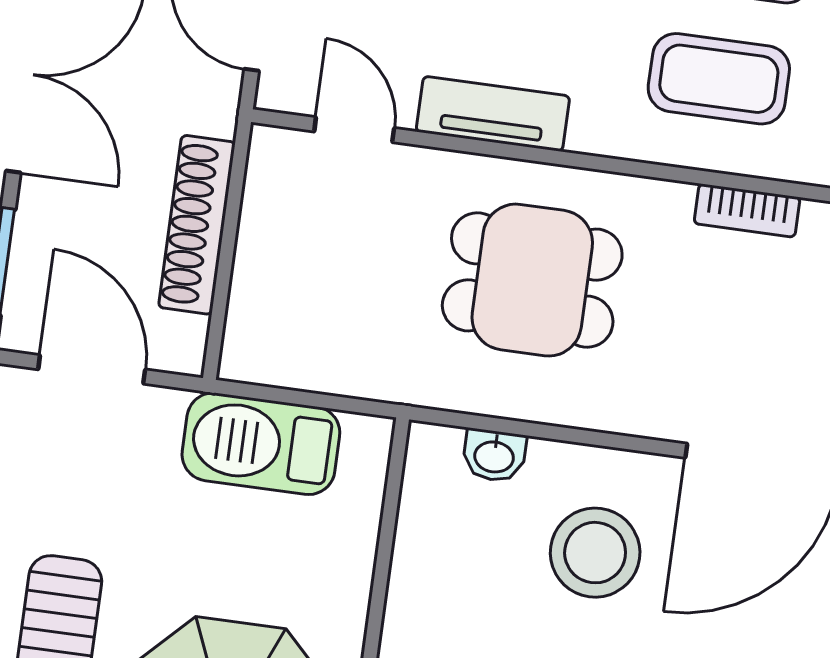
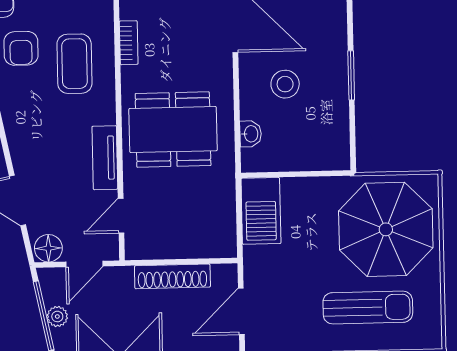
dining table: (532, 280) -> (173, 130), width x1.37
barbecue: (261, 444) -> (261, 211), moved
stool: (595, 553) -> (285, 84), width x0.73, depth x0.73

